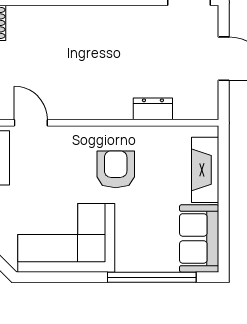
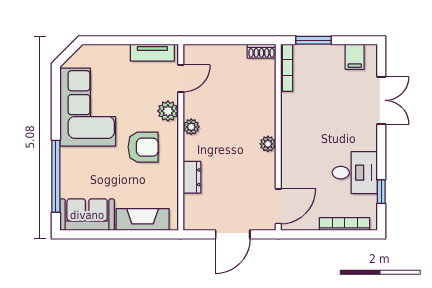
plant: (112, 15) -> (268, 144), added
plant: (90, 110) -> (191, 127), added
plant: (71, 139) -> (168, 111), added

